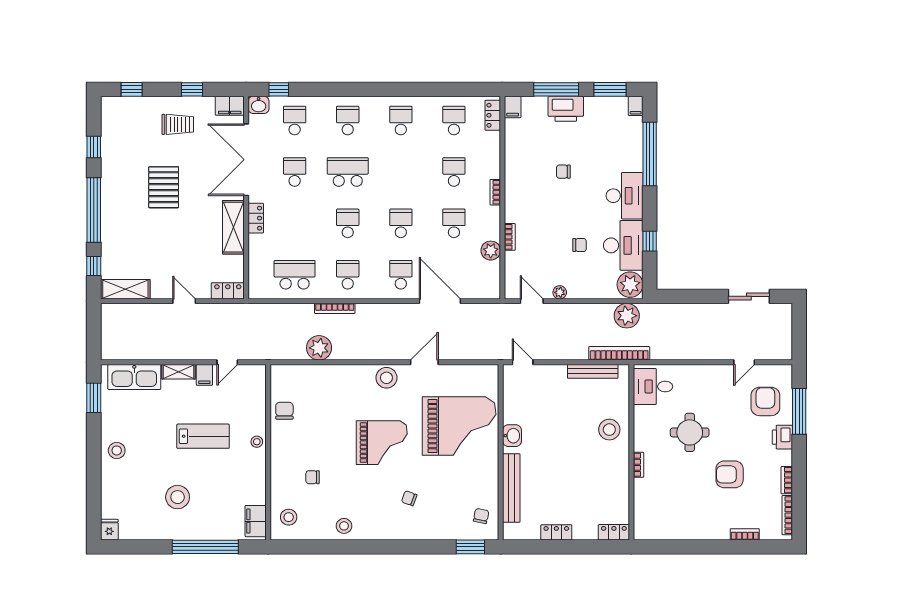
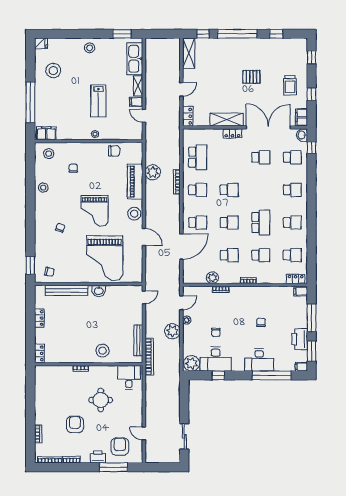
printer: (566, 109) -> (300, 339), moved
school desk: (348, 172) -> (261, 223), moved
pallet: (164, 187) -> (251, 77), width x0.67, depth x0.71
desk: (625, 196) -> (259, 360), moved
plant: (627, 316) -> (172, 331), moved
piano: (334, 377) -> (135, 182), added
armchair: (765, 401) -> (120, 446), turned -90
stool: (178, 497) -> (53, 70), moved

